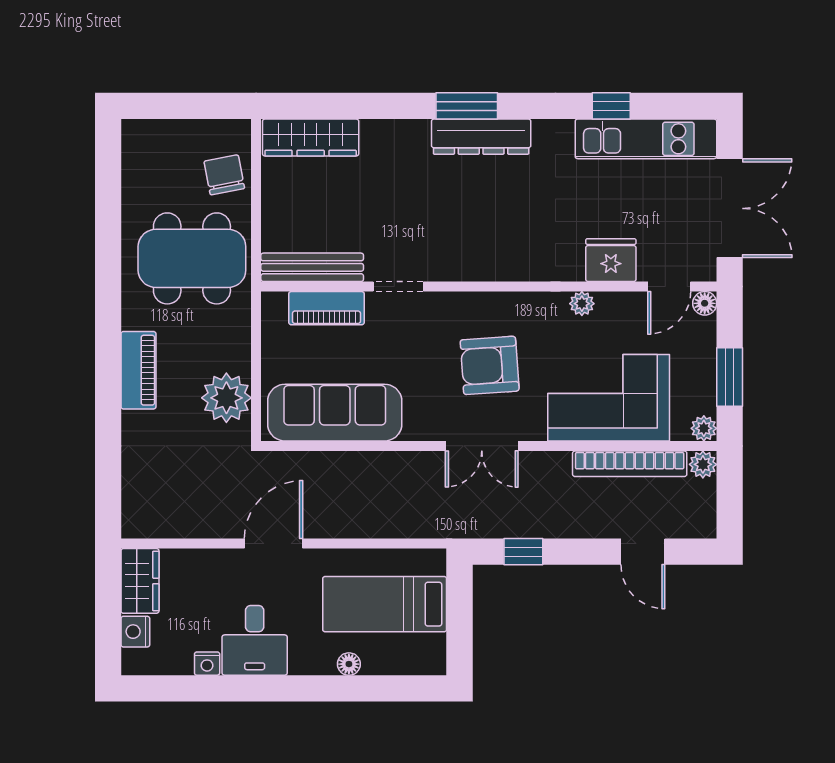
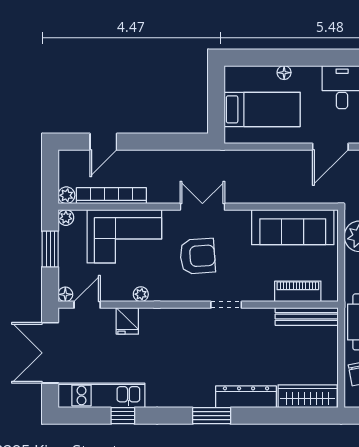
dresser: (481, 137) -> (246, 397), moved
fridge: (611, 260) -> (127, 321), width x0.72
doorway: (398, 287) -> (226, 305), moved
window: (523, 552) -> (177, 142), removed
door: (643, 552) -> (103, 142), swing flipped

